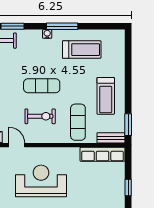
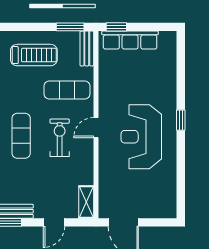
door: (17, 145) -> (96, 128), moved
row of seats: (103, 154) -> (130, 40), moved, turned 90
window: (128, 188) -> (116, 27), moved

